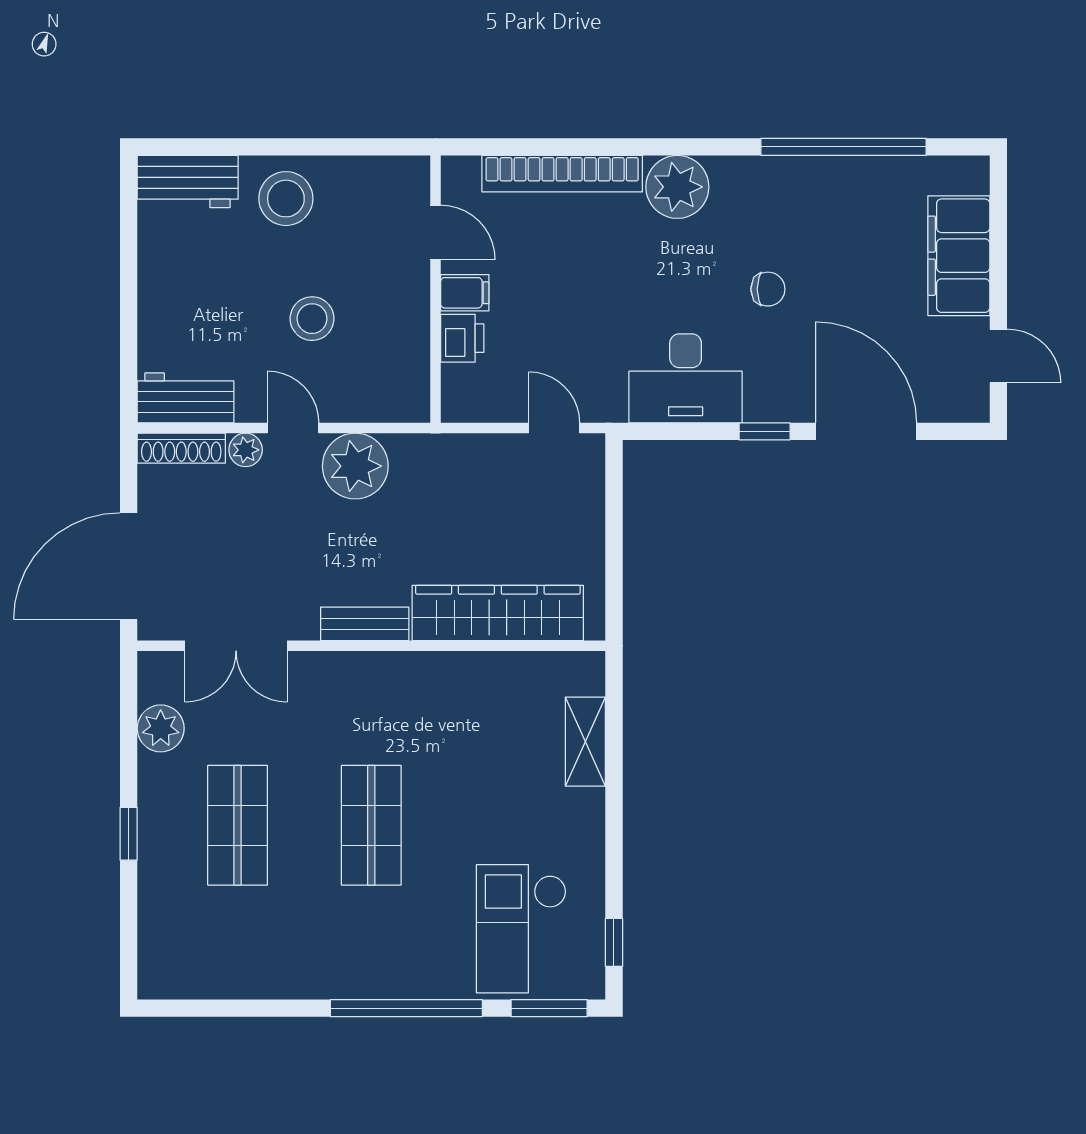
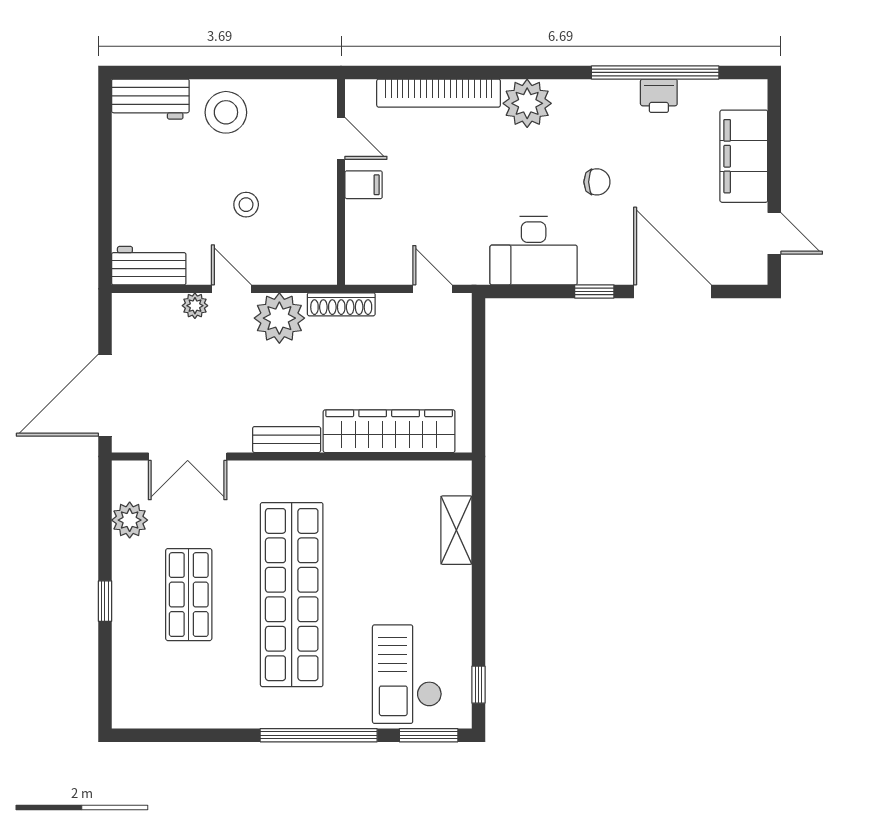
stool: (312, 319) -> (246, 205), width x0.73, depth x0.73
printer: (462, 338) -> (659, 96), moved, turned 90
shoe rack: (181, 448) -> (341, 304), moved
shop shelf: (371, 825) -> (292, 595), width x2.00, depth x1.36

